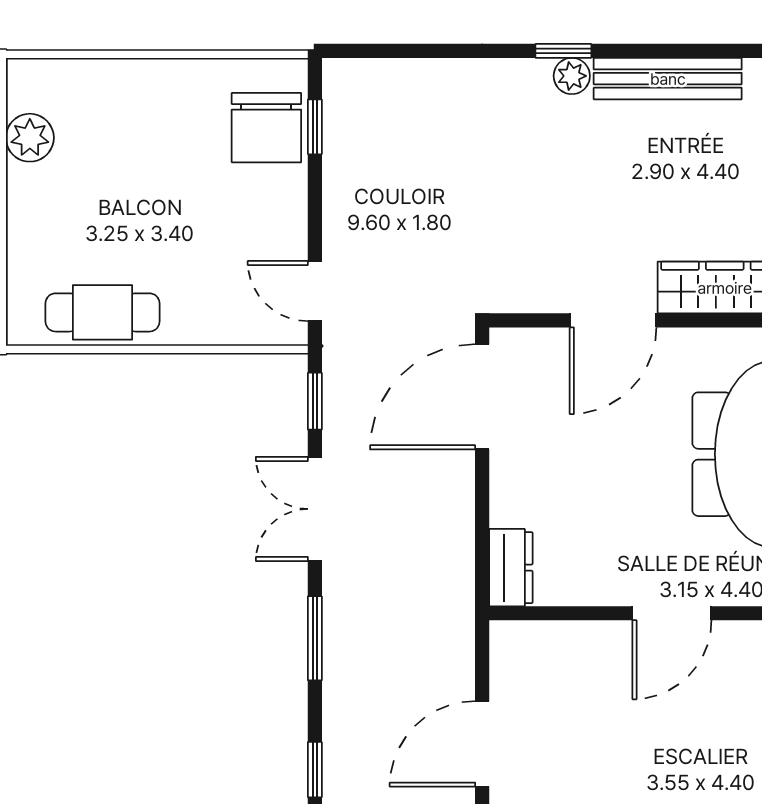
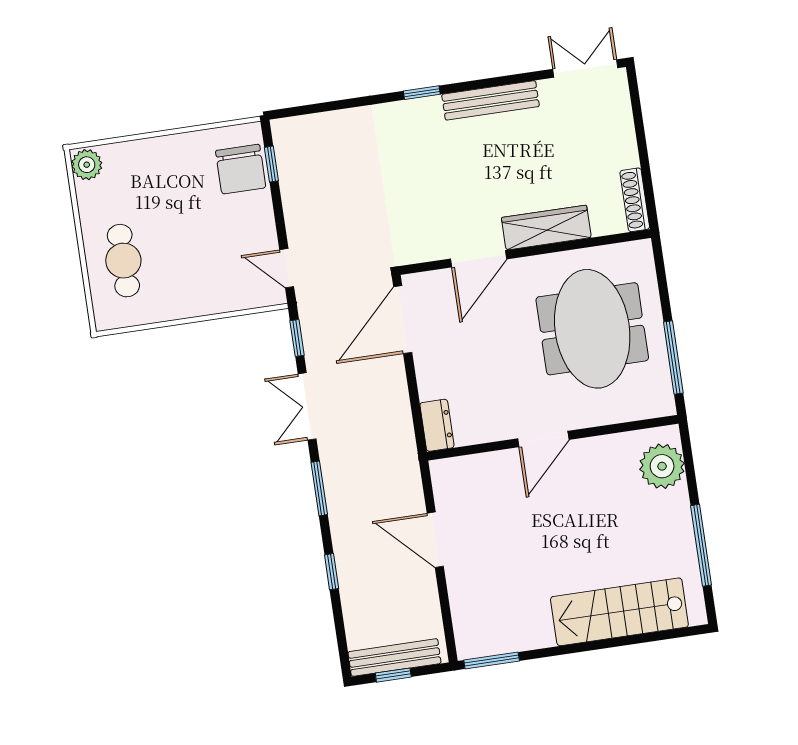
plant: (572, 76) -> (429, 108), removed
plant: (30, 138) -> (87, 165), moved
cafe table: (103, 312) -> (123, 261), moved, turned 90
door: (482, 744) -> (435, 540), hinge flipped

